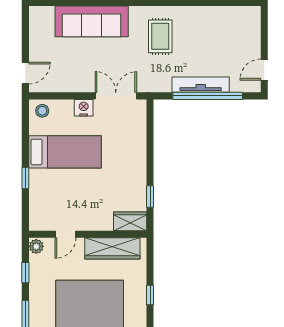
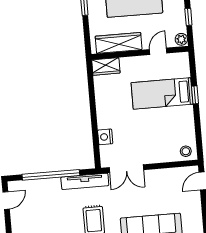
tv unit: (201, 85) -> (85, 181), moved
nightstand: (84, 108) -> (105, 137), moved, turned 90
bed: (65, 152) -> (162, 93), moved
window: (150, 196) -> (91, 88), removed

